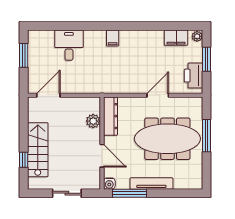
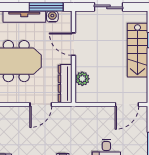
door: (158, 95) -> (41, 104), moved
water cooler: (109, 184) -> (52, 17), moved

